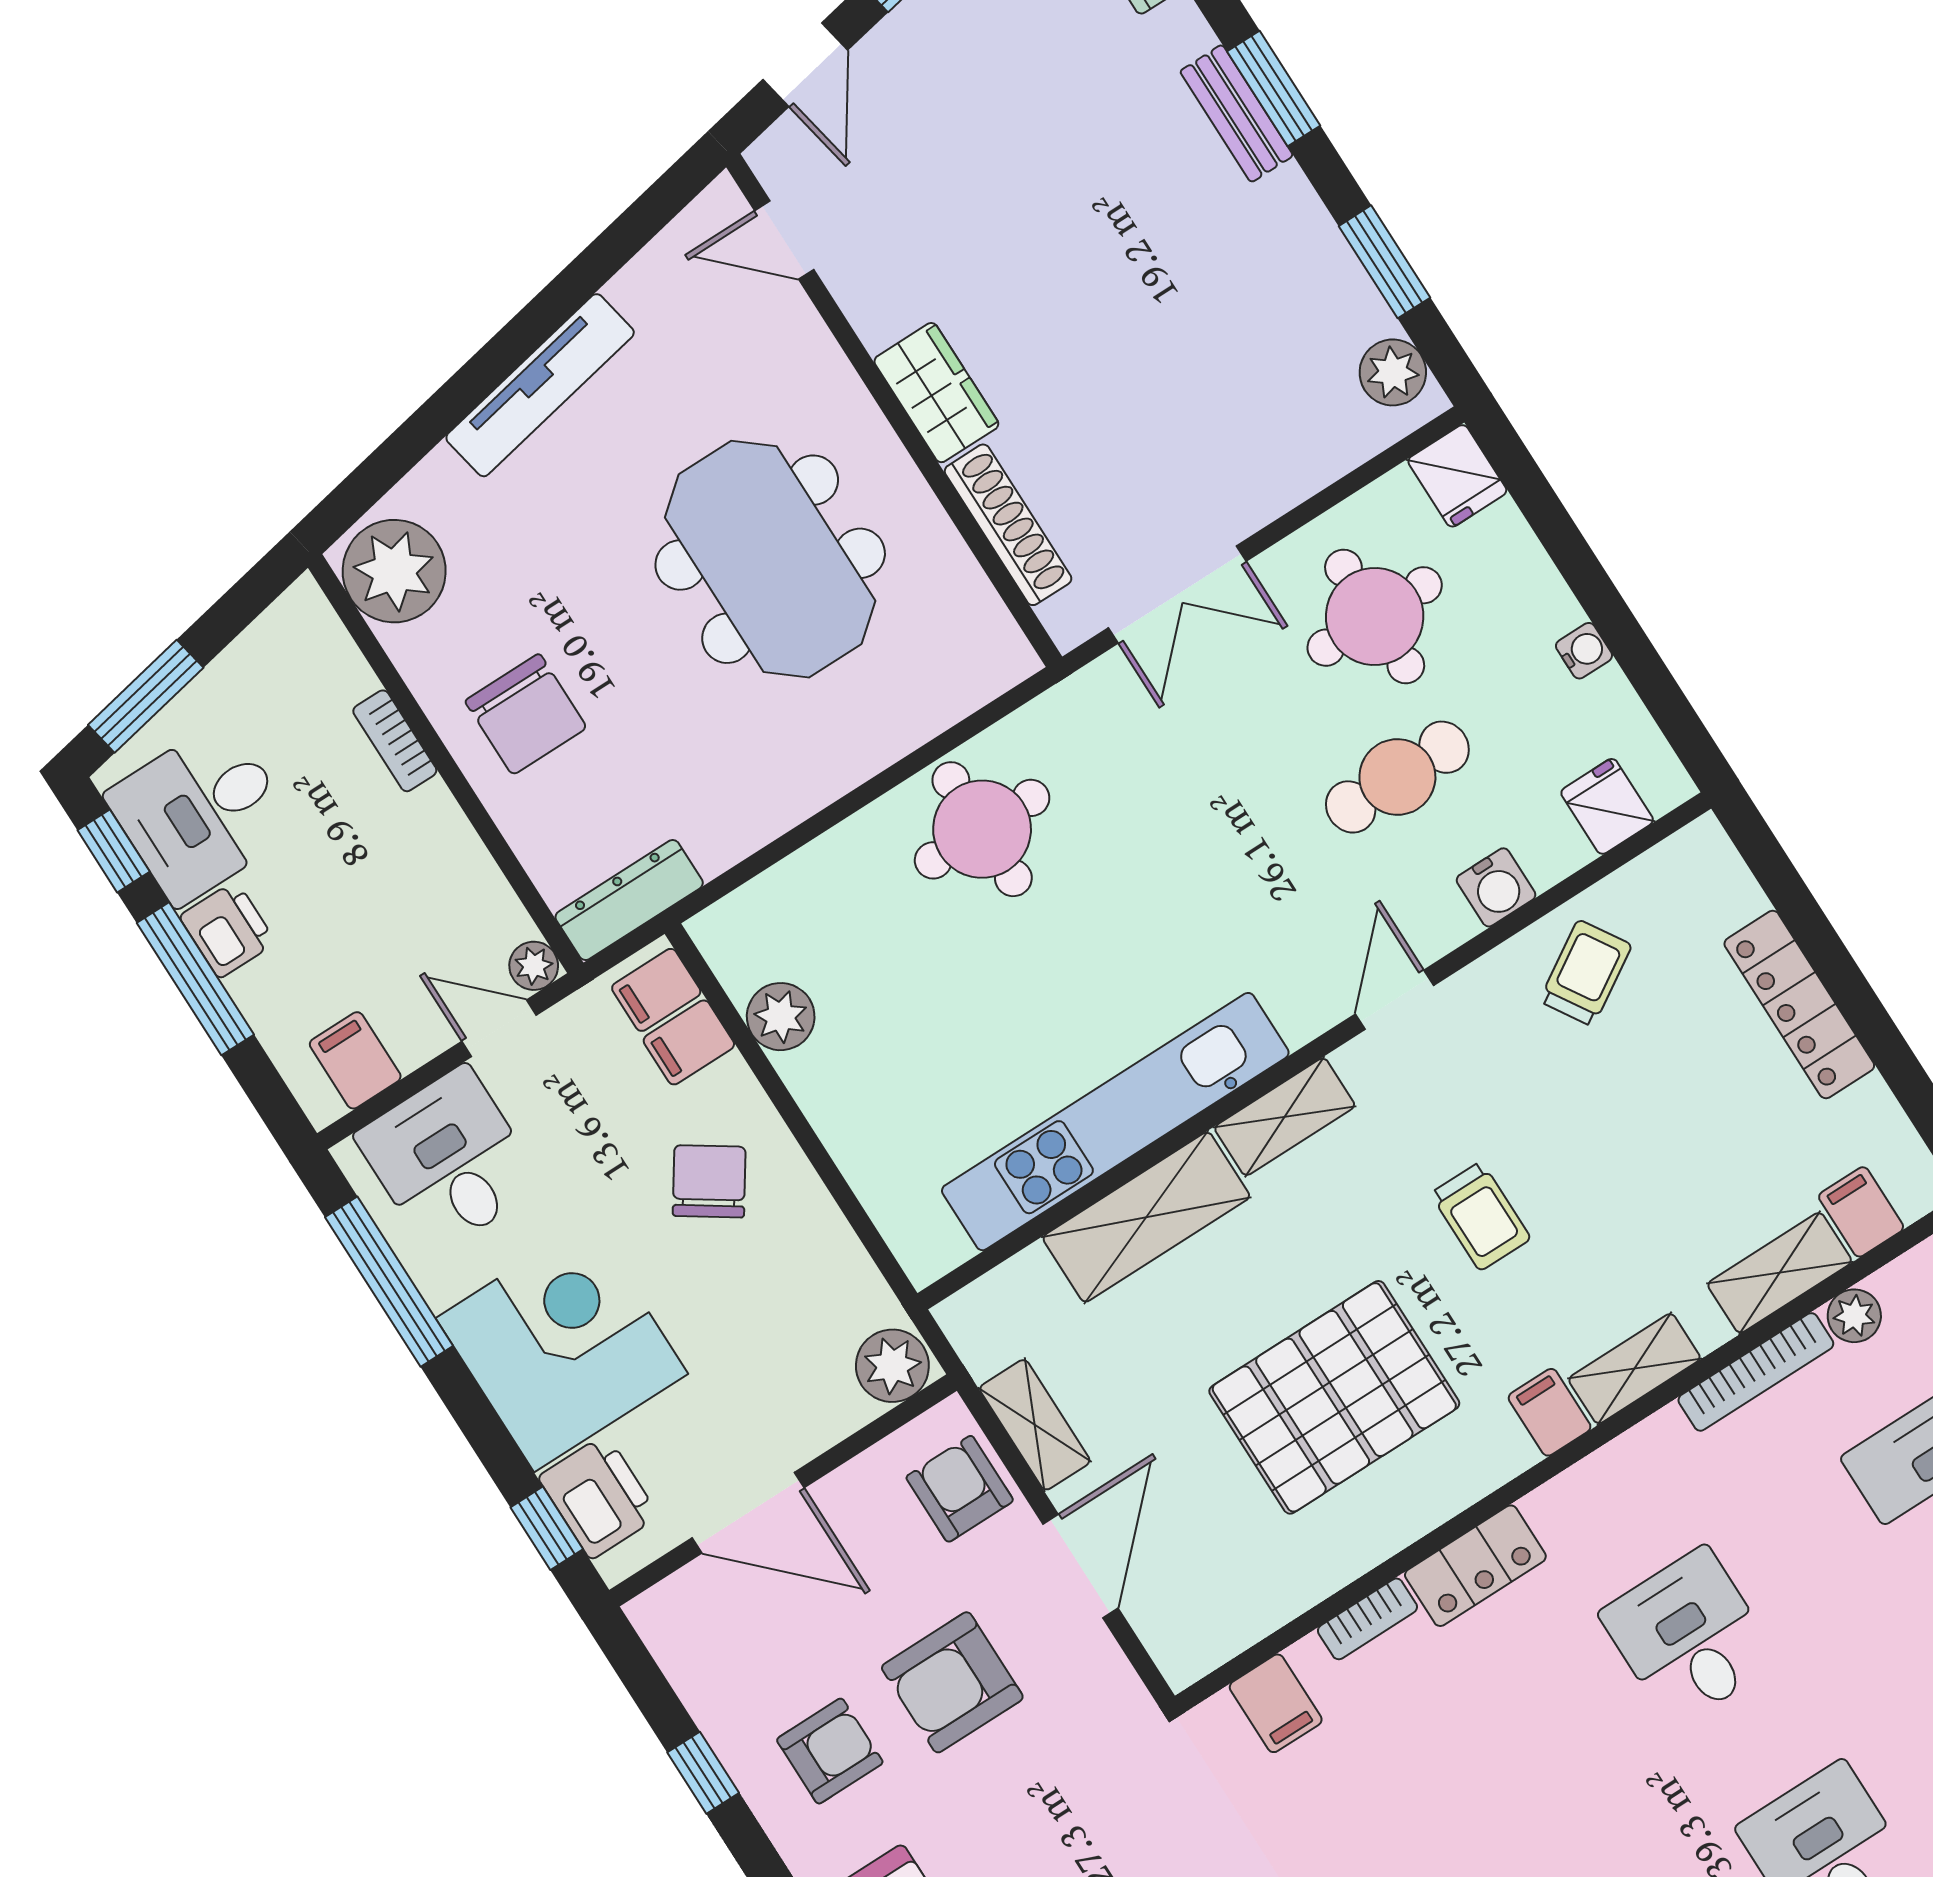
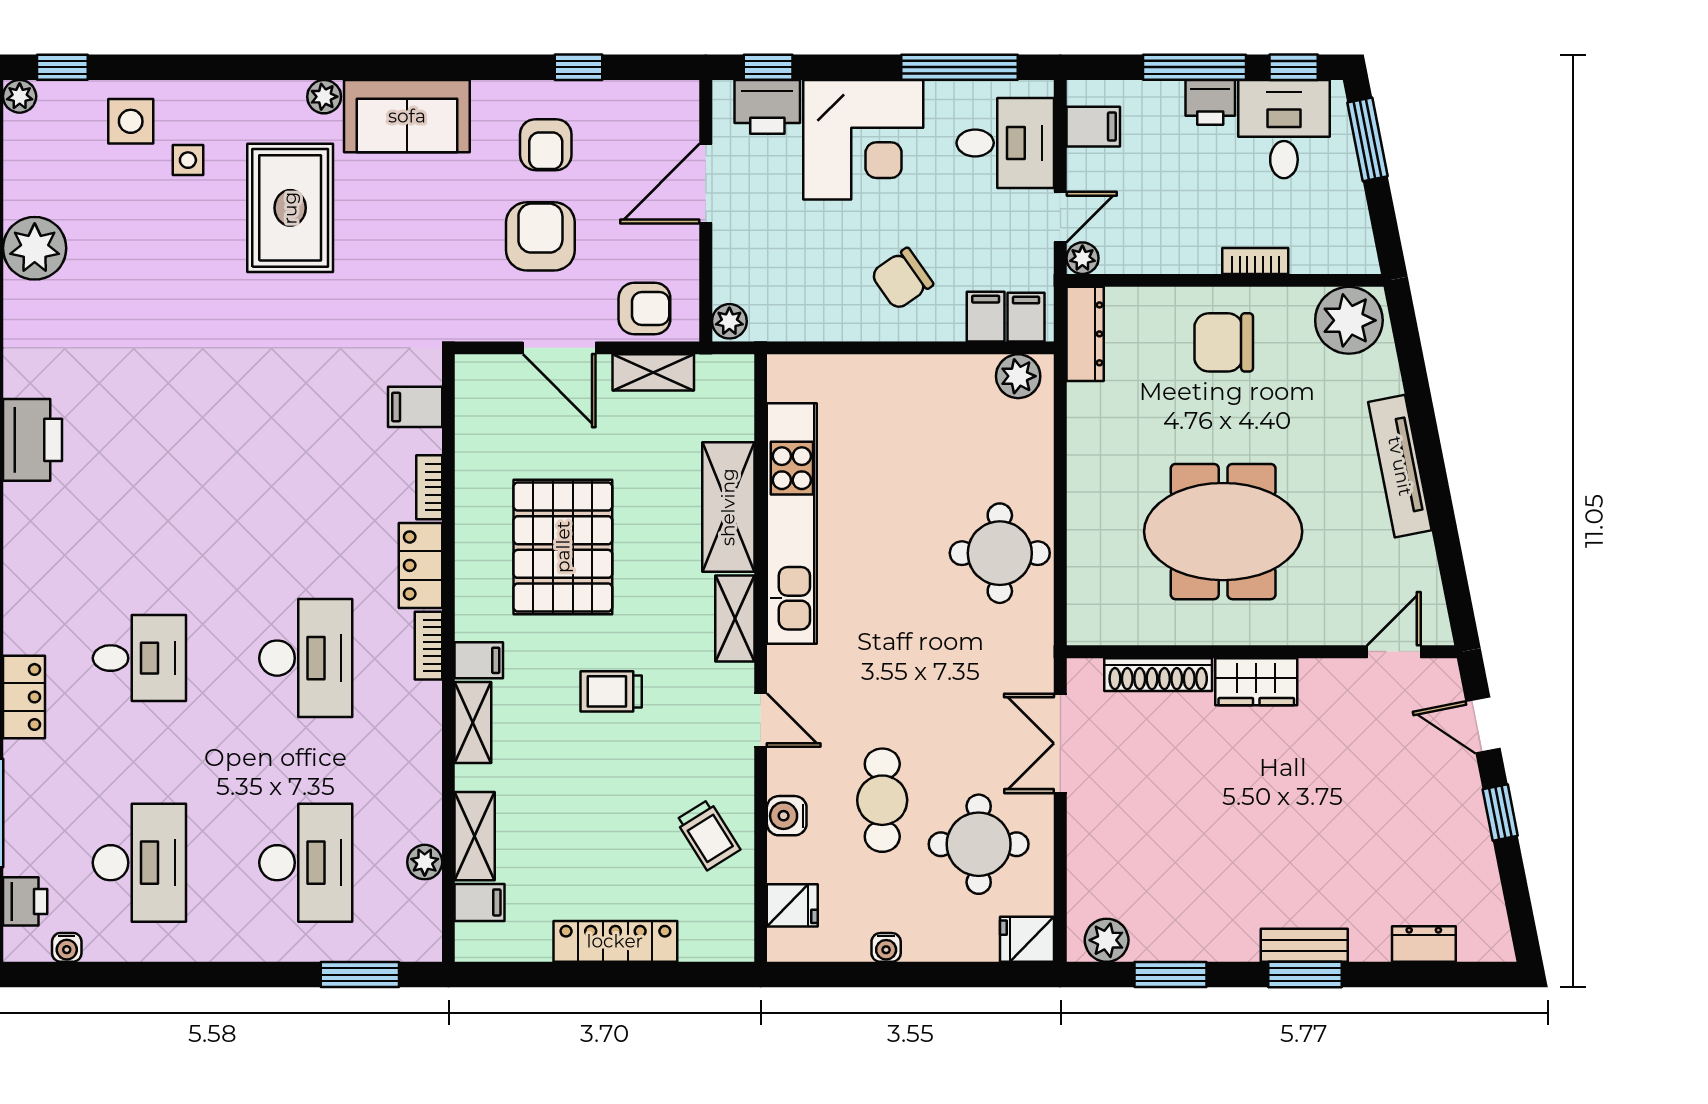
plant: (781, 1017) -> (1018, 376), moved
chair: (709, 1181) -> (902, 279), turned 111
plant: (892, 1366) -> (729, 321), width x0.73, depth x0.73
bookcase: (1756, 1372) -> (428, 646), moved, width x0.64
desk: (1689, 1637) -> (306, 658), width x1.37

